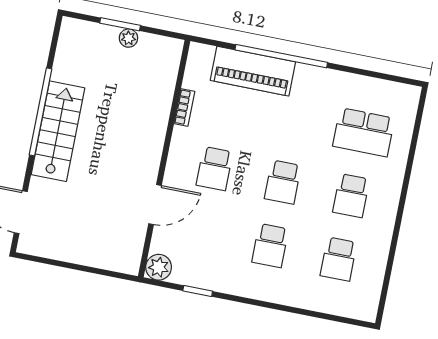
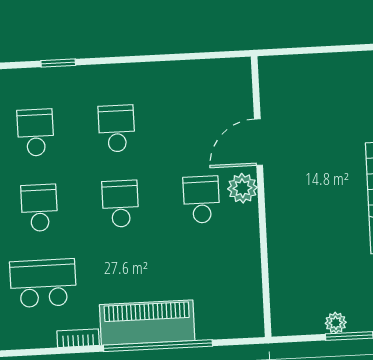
piano: (253, 71) -> (147, 323), moved
bookcase: (184, 107) -> (78, 338), moved, turned 90
plant: (159, 267) -> (242, 188), moved
window: (198, 291) -> (58, 63), moved

